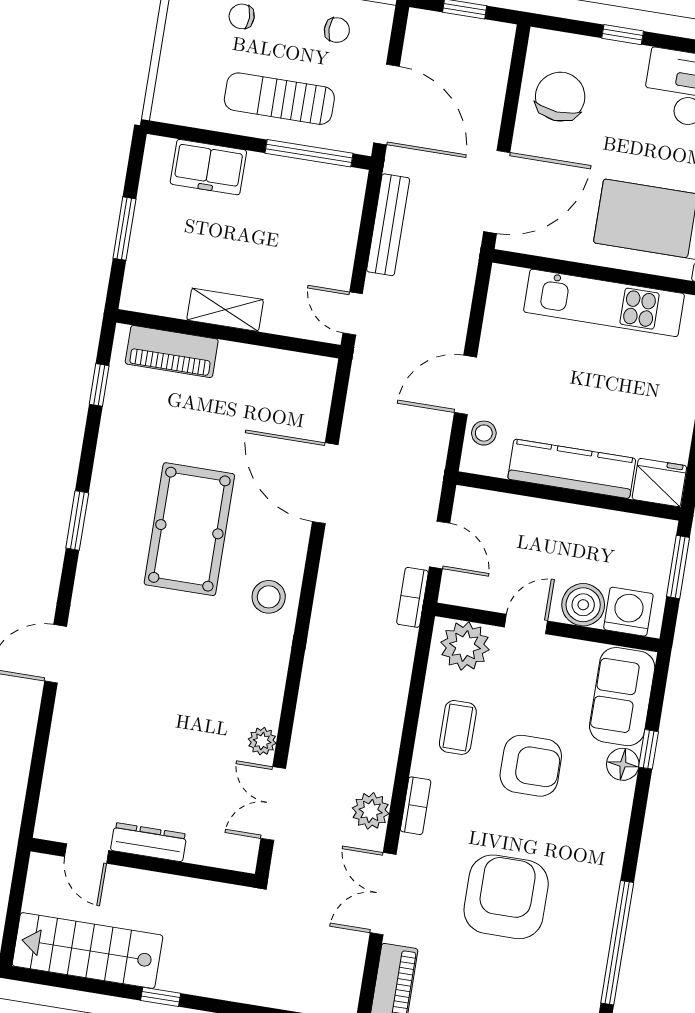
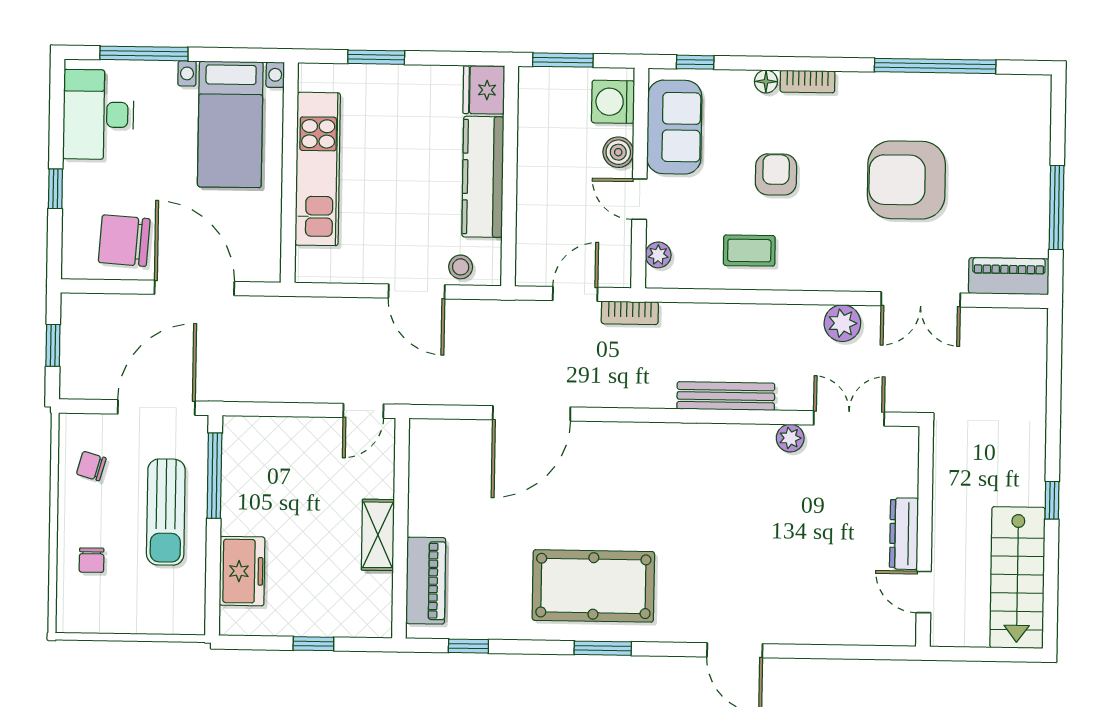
chair: (337, 30) -> (91, 466), turned -74
door: (497, 192) -> (194, 288), moved
bench: (388, 225) -> (726, 396), moved
window: (124, 229) -> (313, 644), width x0.67
pool table: (189, 529) -> (593, 586), moved
stool: (269, 597) -> (650, 452), removed
boiler: (583, 605) -> (618, 152), width x0.73, depth x0.73
plant: (465, 646) -> (658, 255), width x0.53, depth x0.53
sofa: (622, 697) -> (674, 127), moved, turned -90
window: (648, 749) -> (695, 62), moved
floor lamp: (623, 764) -> (766, 81), width x0.73, depth x0.73
armchair: (531, 766) -> (776, 174), width x0.72, depth x0.72
double door: (273, 803) -> (849, 418), swing flipped
bookcase: (416, 806) -> (808, 82), moved, turned 180
door: (87, 854) -> (924, 592), swing flipped

